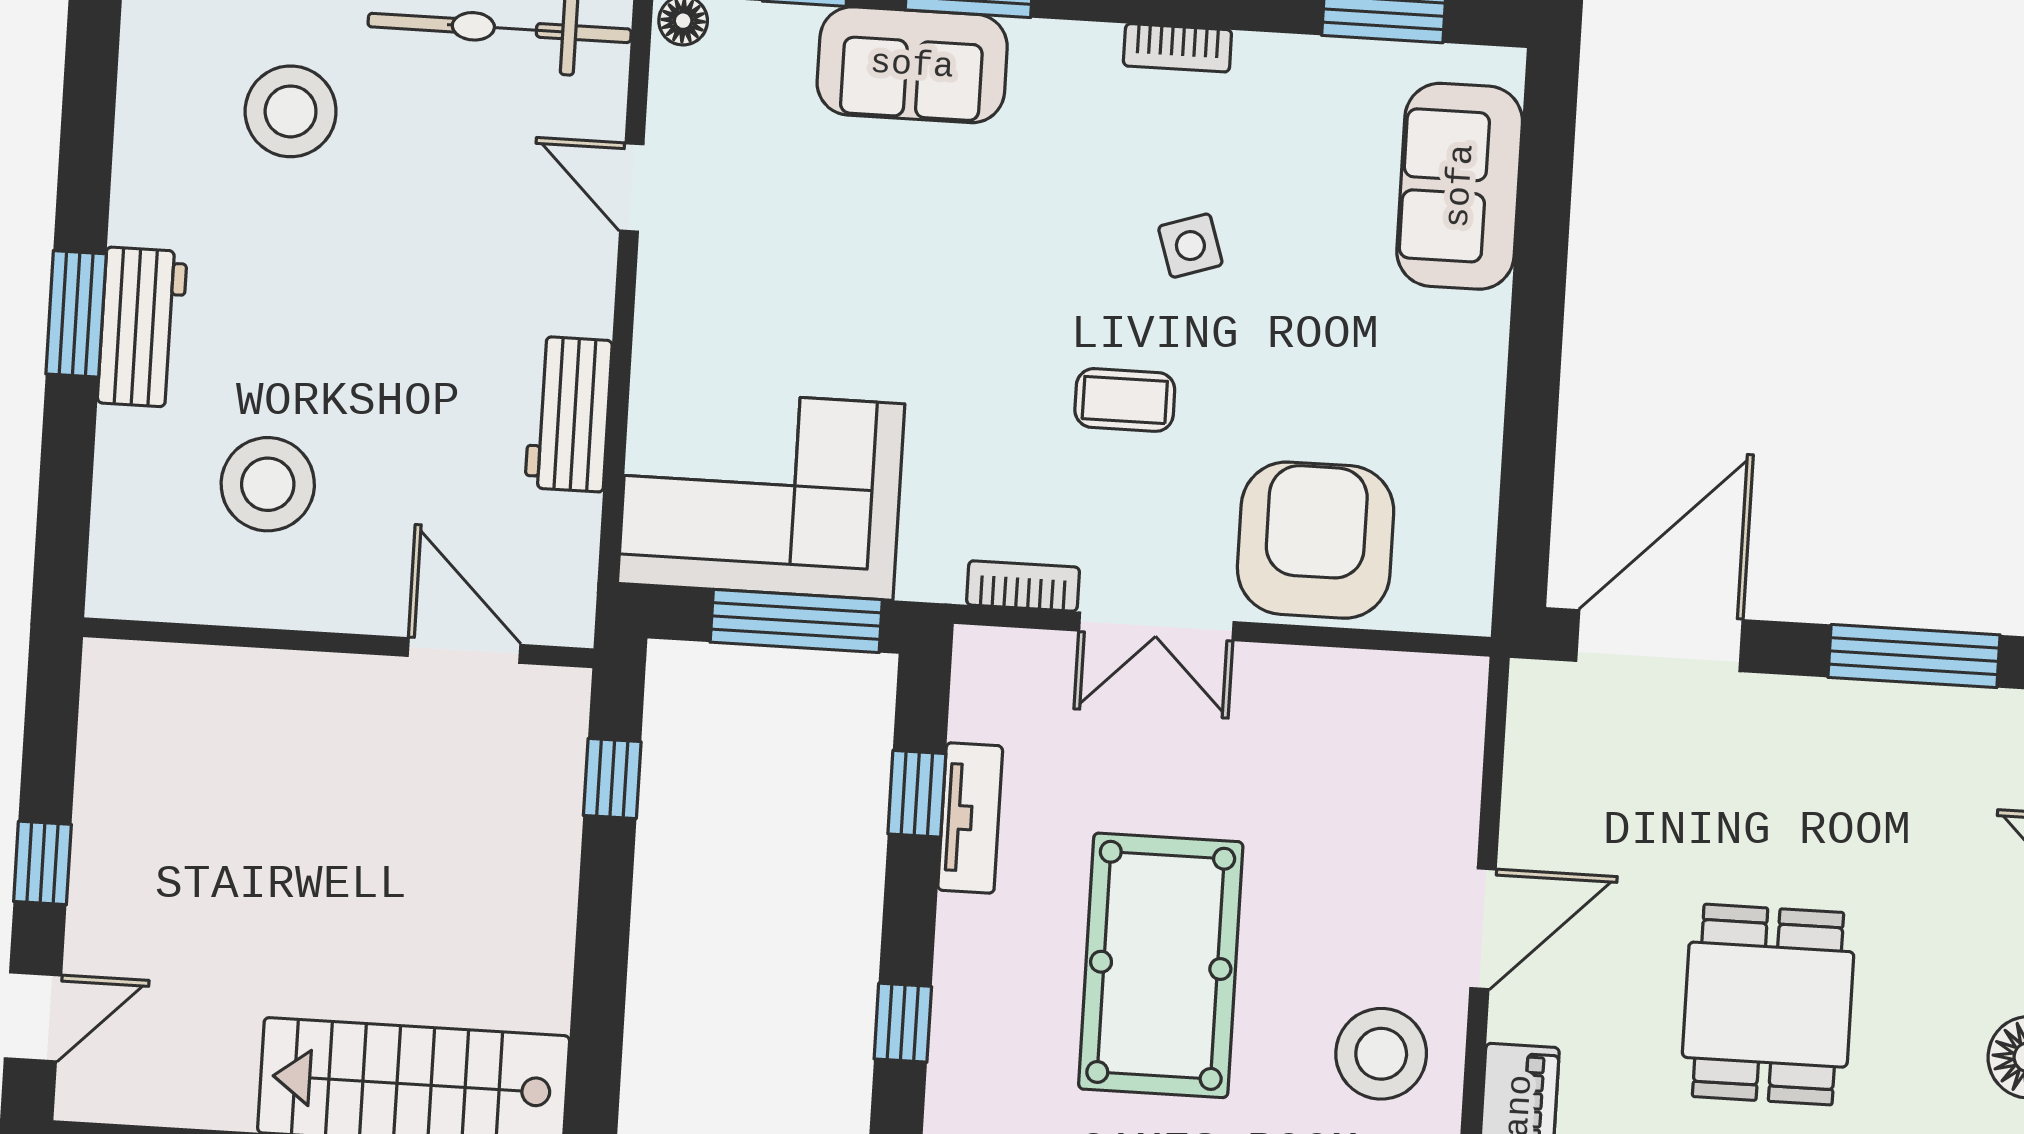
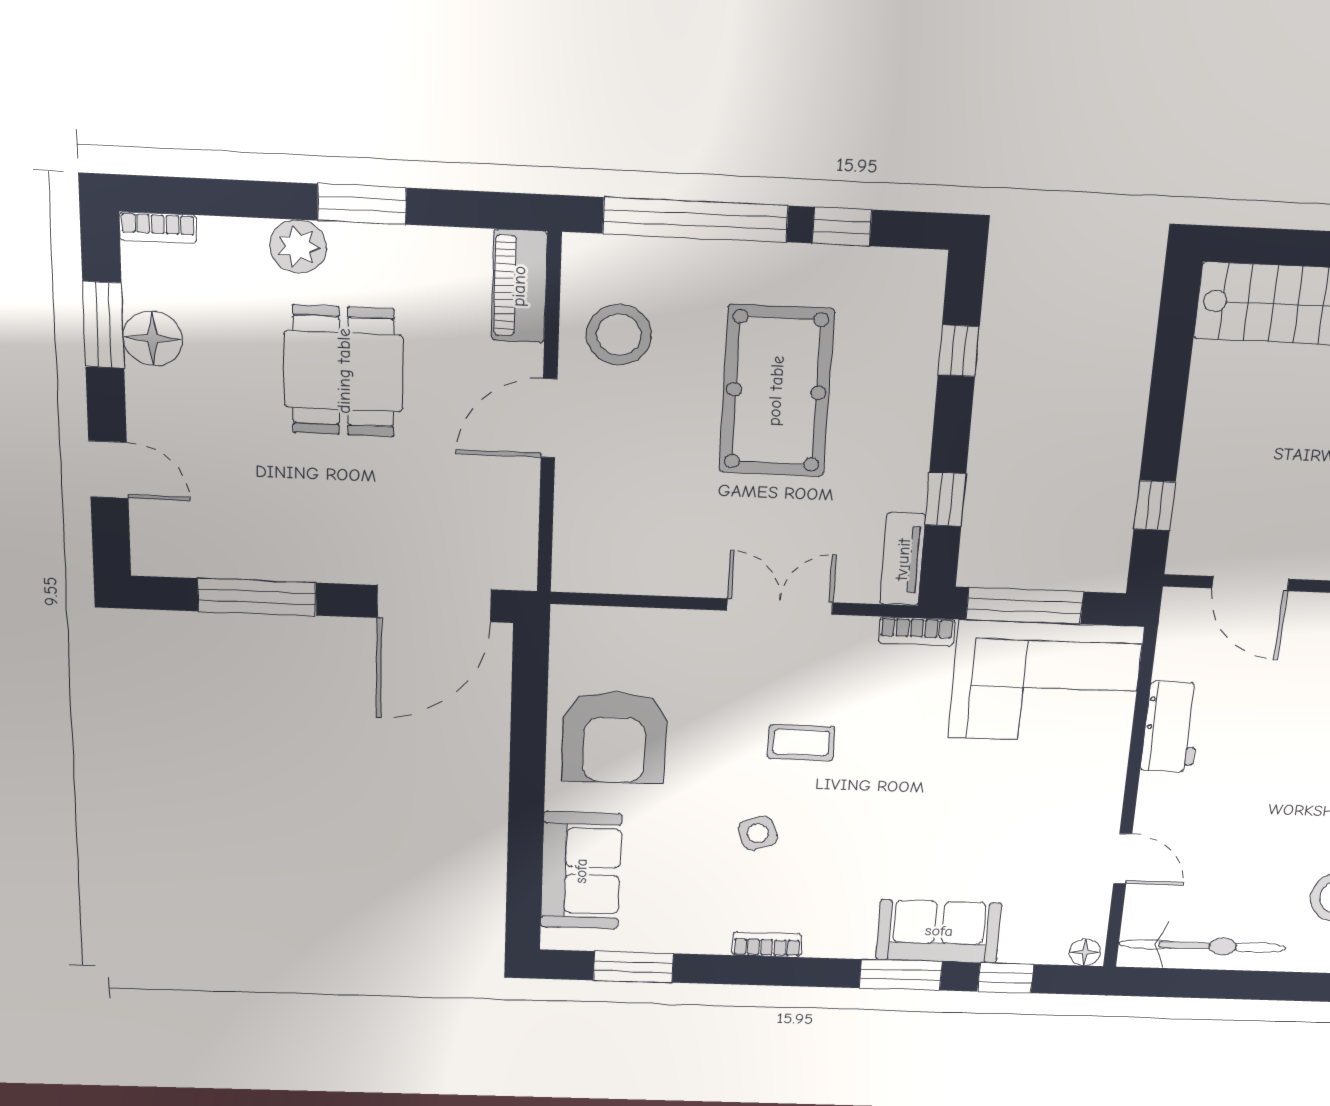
armchair: (1316, 540) -> (614, 737), moved
bookcase: (1023, 586) -> (917, 631), moved
tv unit: (970, 818) -> (903, 559), moved

